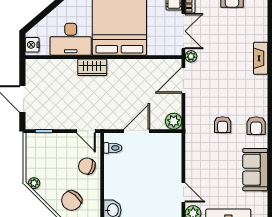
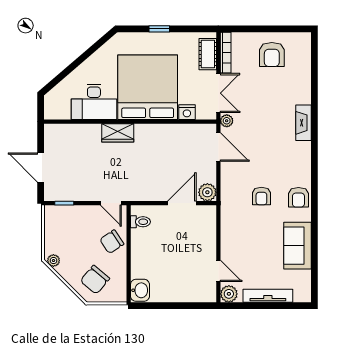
nightstand: (32, 45) -> (187, 112), moved, turned -90
door: (183, 80) -> (218, 147), swing flipped
door: (137, 131) -> (182, 203), moved
chair: (87, 166) -> (112, 242), turned -50

